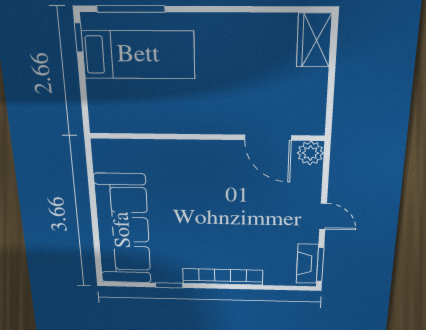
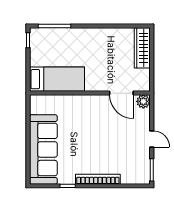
wardrobe: (314, 40) -> (142, 48), width x1.50
bed: (138, 55) -> (57, 79), moved
fireplace: (307, 264) -> (145, 169), removed

